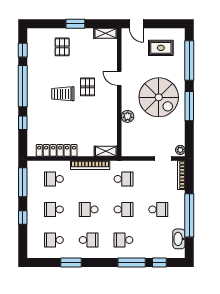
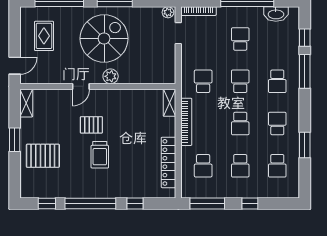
pallet: (62, 47) -> (43, 156), width x1.50, depth x1.42
plant: (128, 116) -> (111, 76), moved

